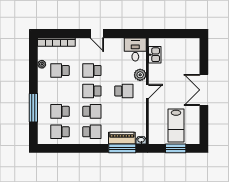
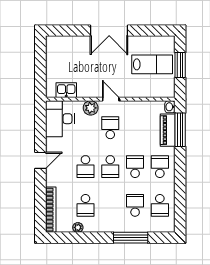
desk: (135, 49) -> (60, 119), width x1.37
school desk: (60, 111) -> (135, 205), turned 180

